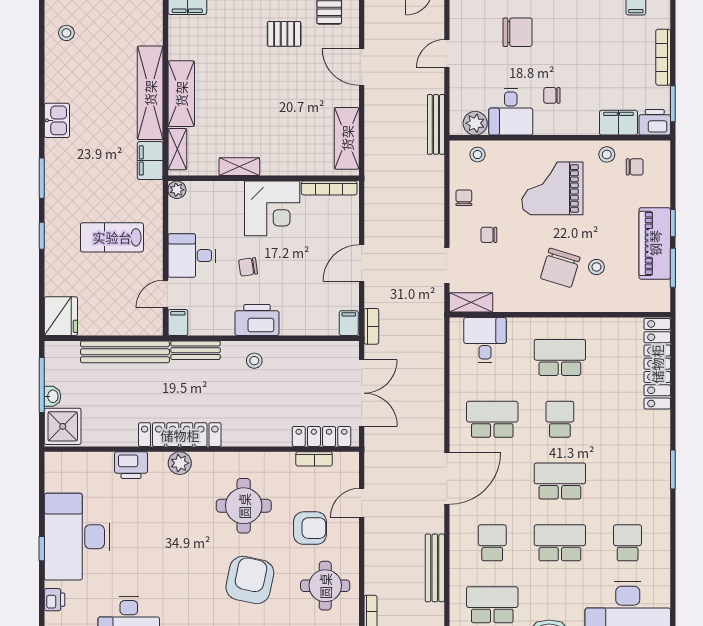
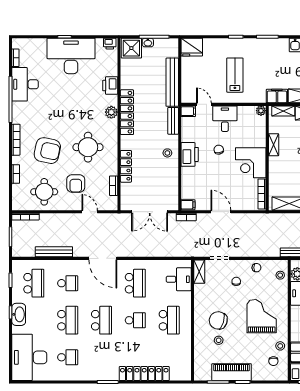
locker: (657, 364) -> (144, 374), moved
locker: (321, 436) -> (126, 166), moved
printer: (54, 600) -> (110, 44), moved

